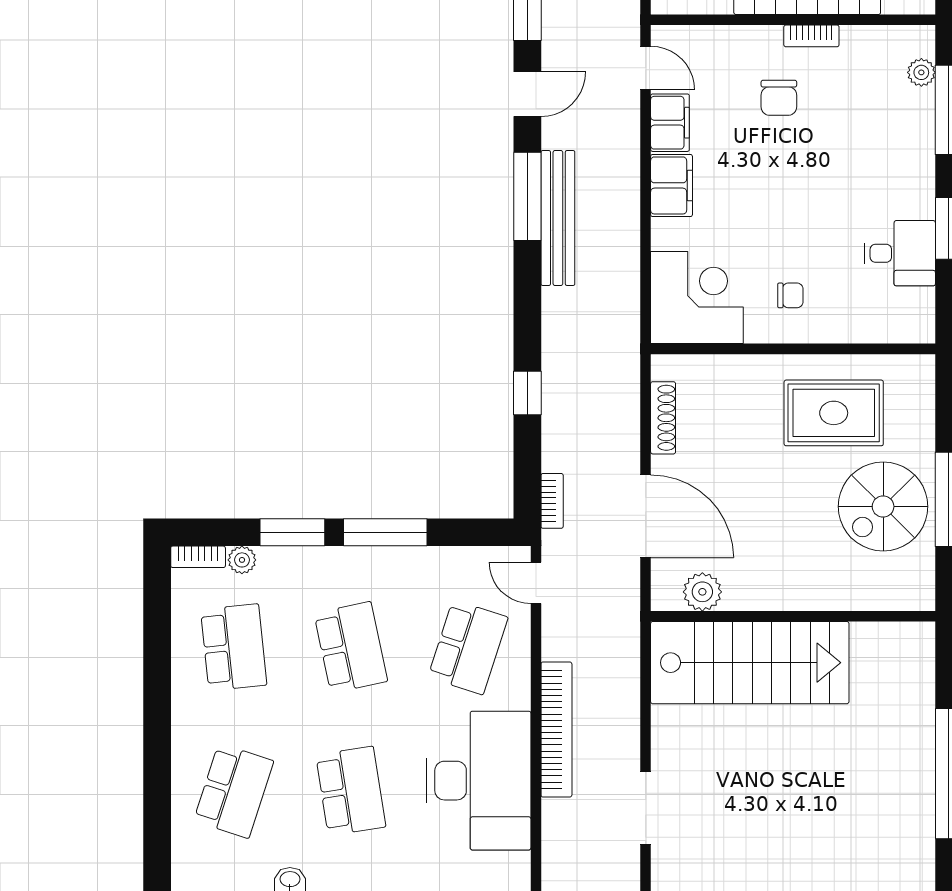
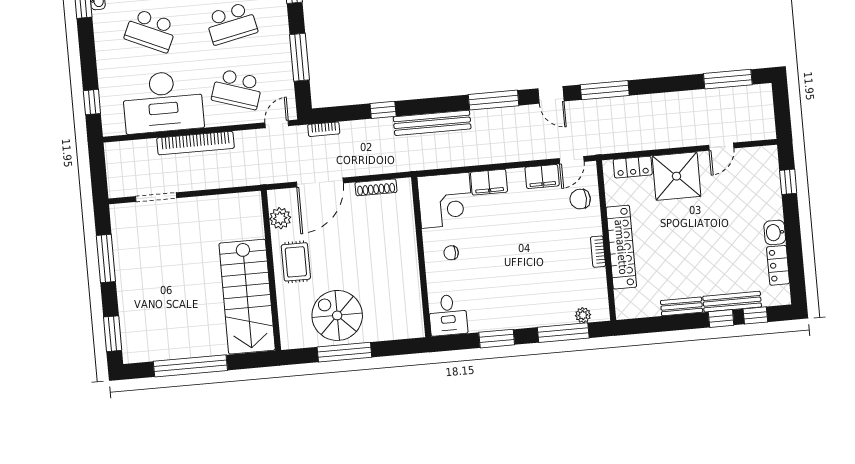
chair: (779, 98) -> (580, 199), moved
filing cabinet: (672, 185) -> (489, 182), moved
bench: (558, 218) -> (432, 123), moved
desk: (900, 253) -> (448, 315), moved
chair: (790, 295) -> (451, 253), turned 90
rug: (834, 413) -> (296, 262), moved, width x0.73, depth x0.70
window: (385, 532) -> (300, 57), moved
stairs: (750, 663) -> (247, 297), moved
school desk: (351, 791) -> (151, 31), turned 33

